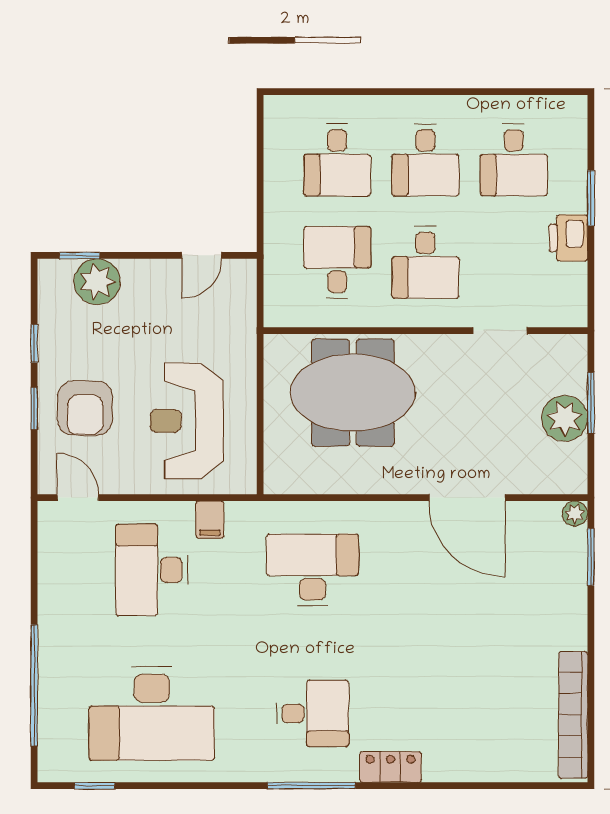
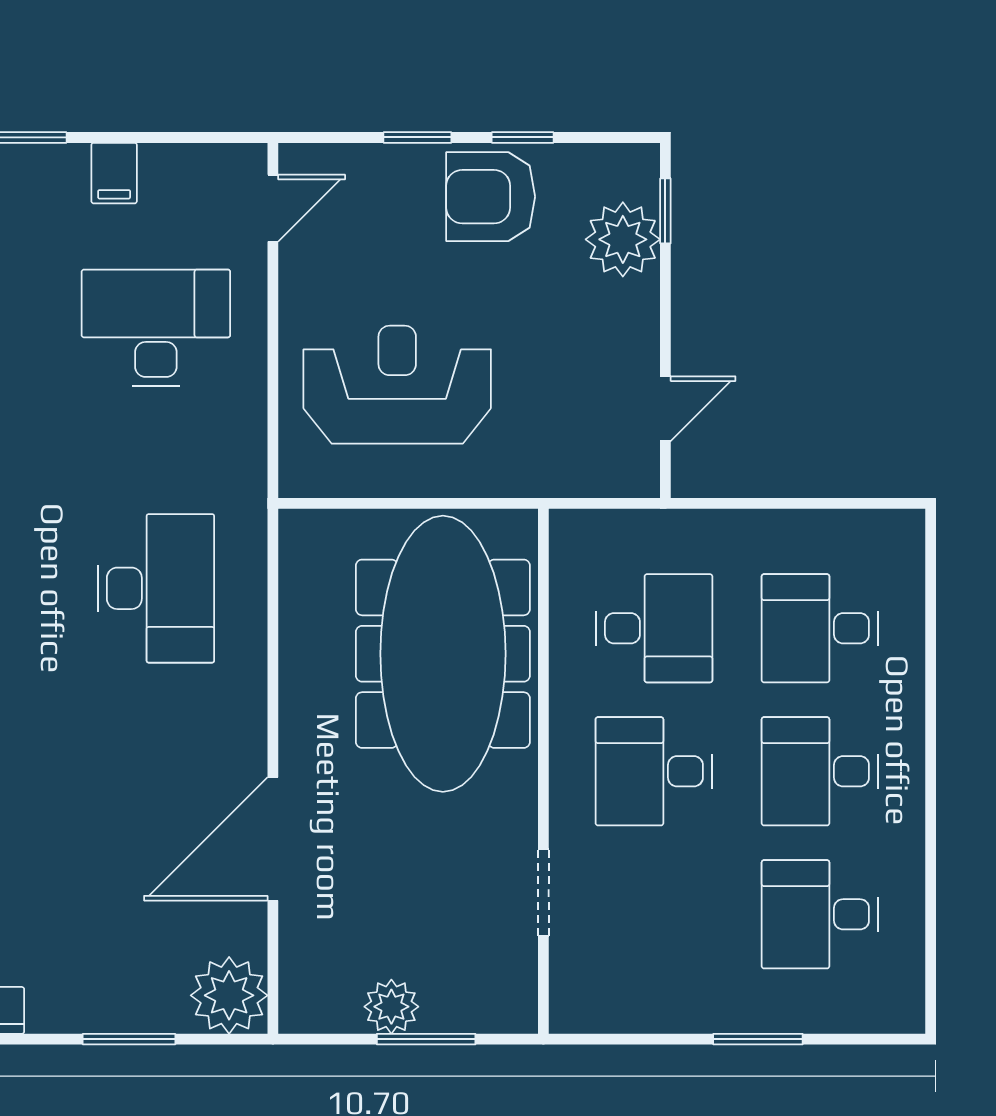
printer: (568, 238) -> (694, 1003), removed
door: (202, 255) -> (665, 409), swing flipped
meeting table: (353, 393) -> (443, 654), width x1.36
armchair: (85, 408) -> (491, 197), moved
plant: (565, 418) -> (391, 1007), width x0.73, depth x0.73
plant: (575, 514) -> (229, 995), width x1.87, depth x1.87
filing cabinet: (210, 520) -> (114, 173), moved, turned -90
window: (591, 557) -> (129, 1039), moved

